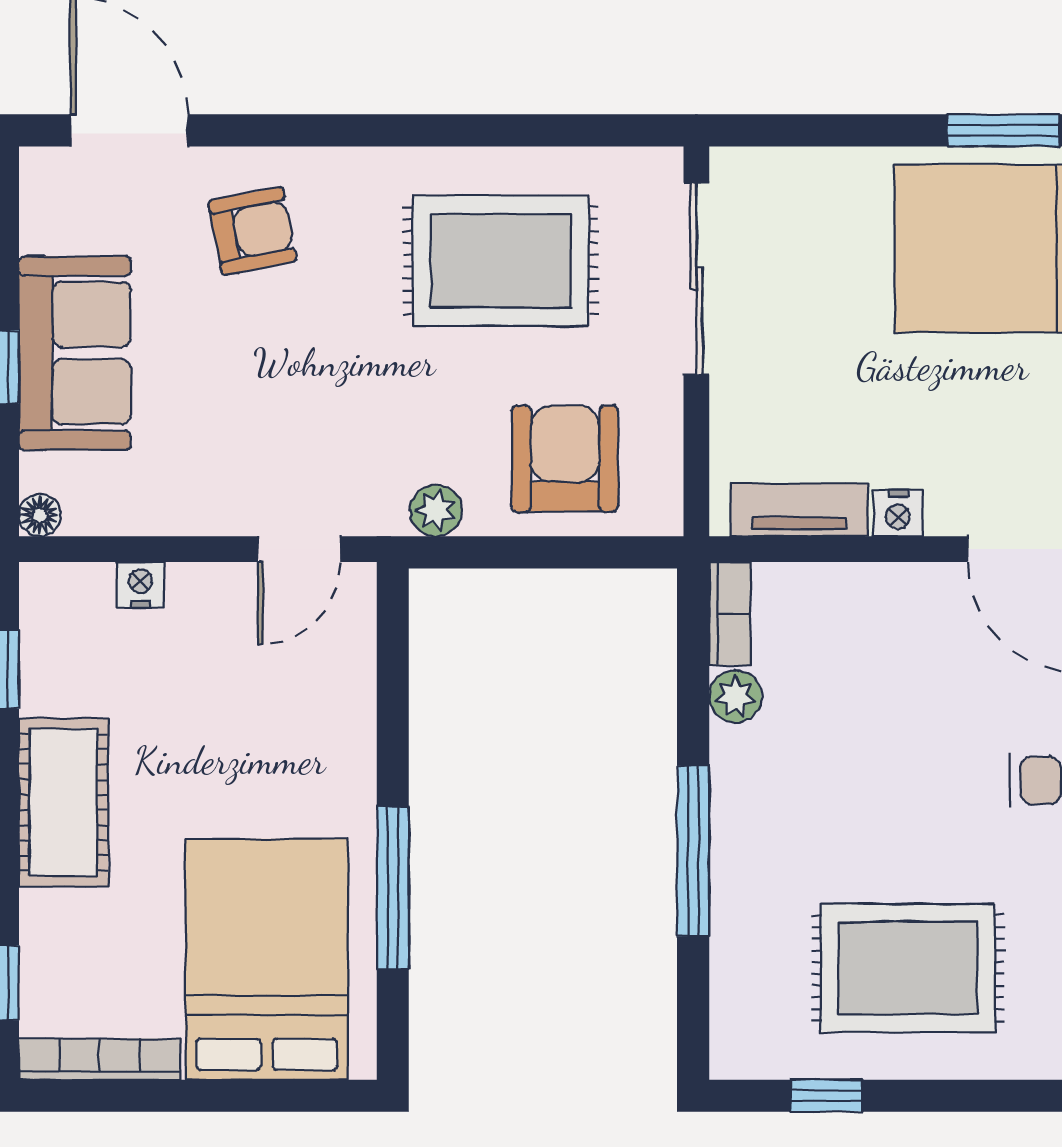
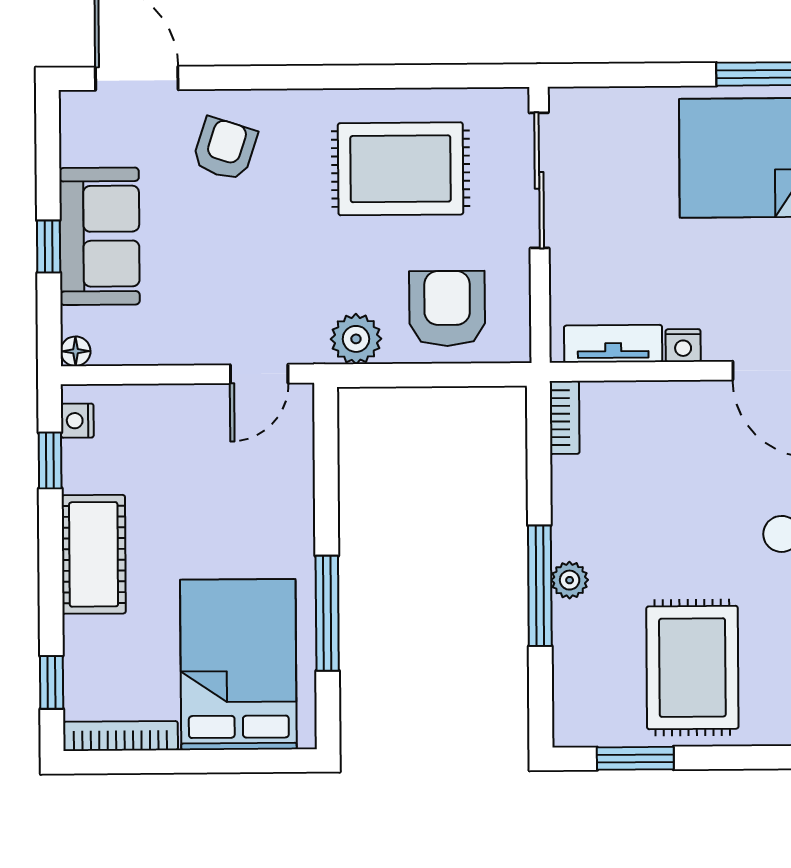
armchair: (253, 231) -> (225, 149), turned -61
plant: (436, 510) -> (356, 339), width x1.38, depth x1.38
nightstand: (140, 585) -> (77, 421), moved, turned -90
plant: (735, 697) -> (570, 580), moved
rug: (908, 968) -> (692, 668), turned 90
window: (826, 1096) -> (635, 758), width x1.50

